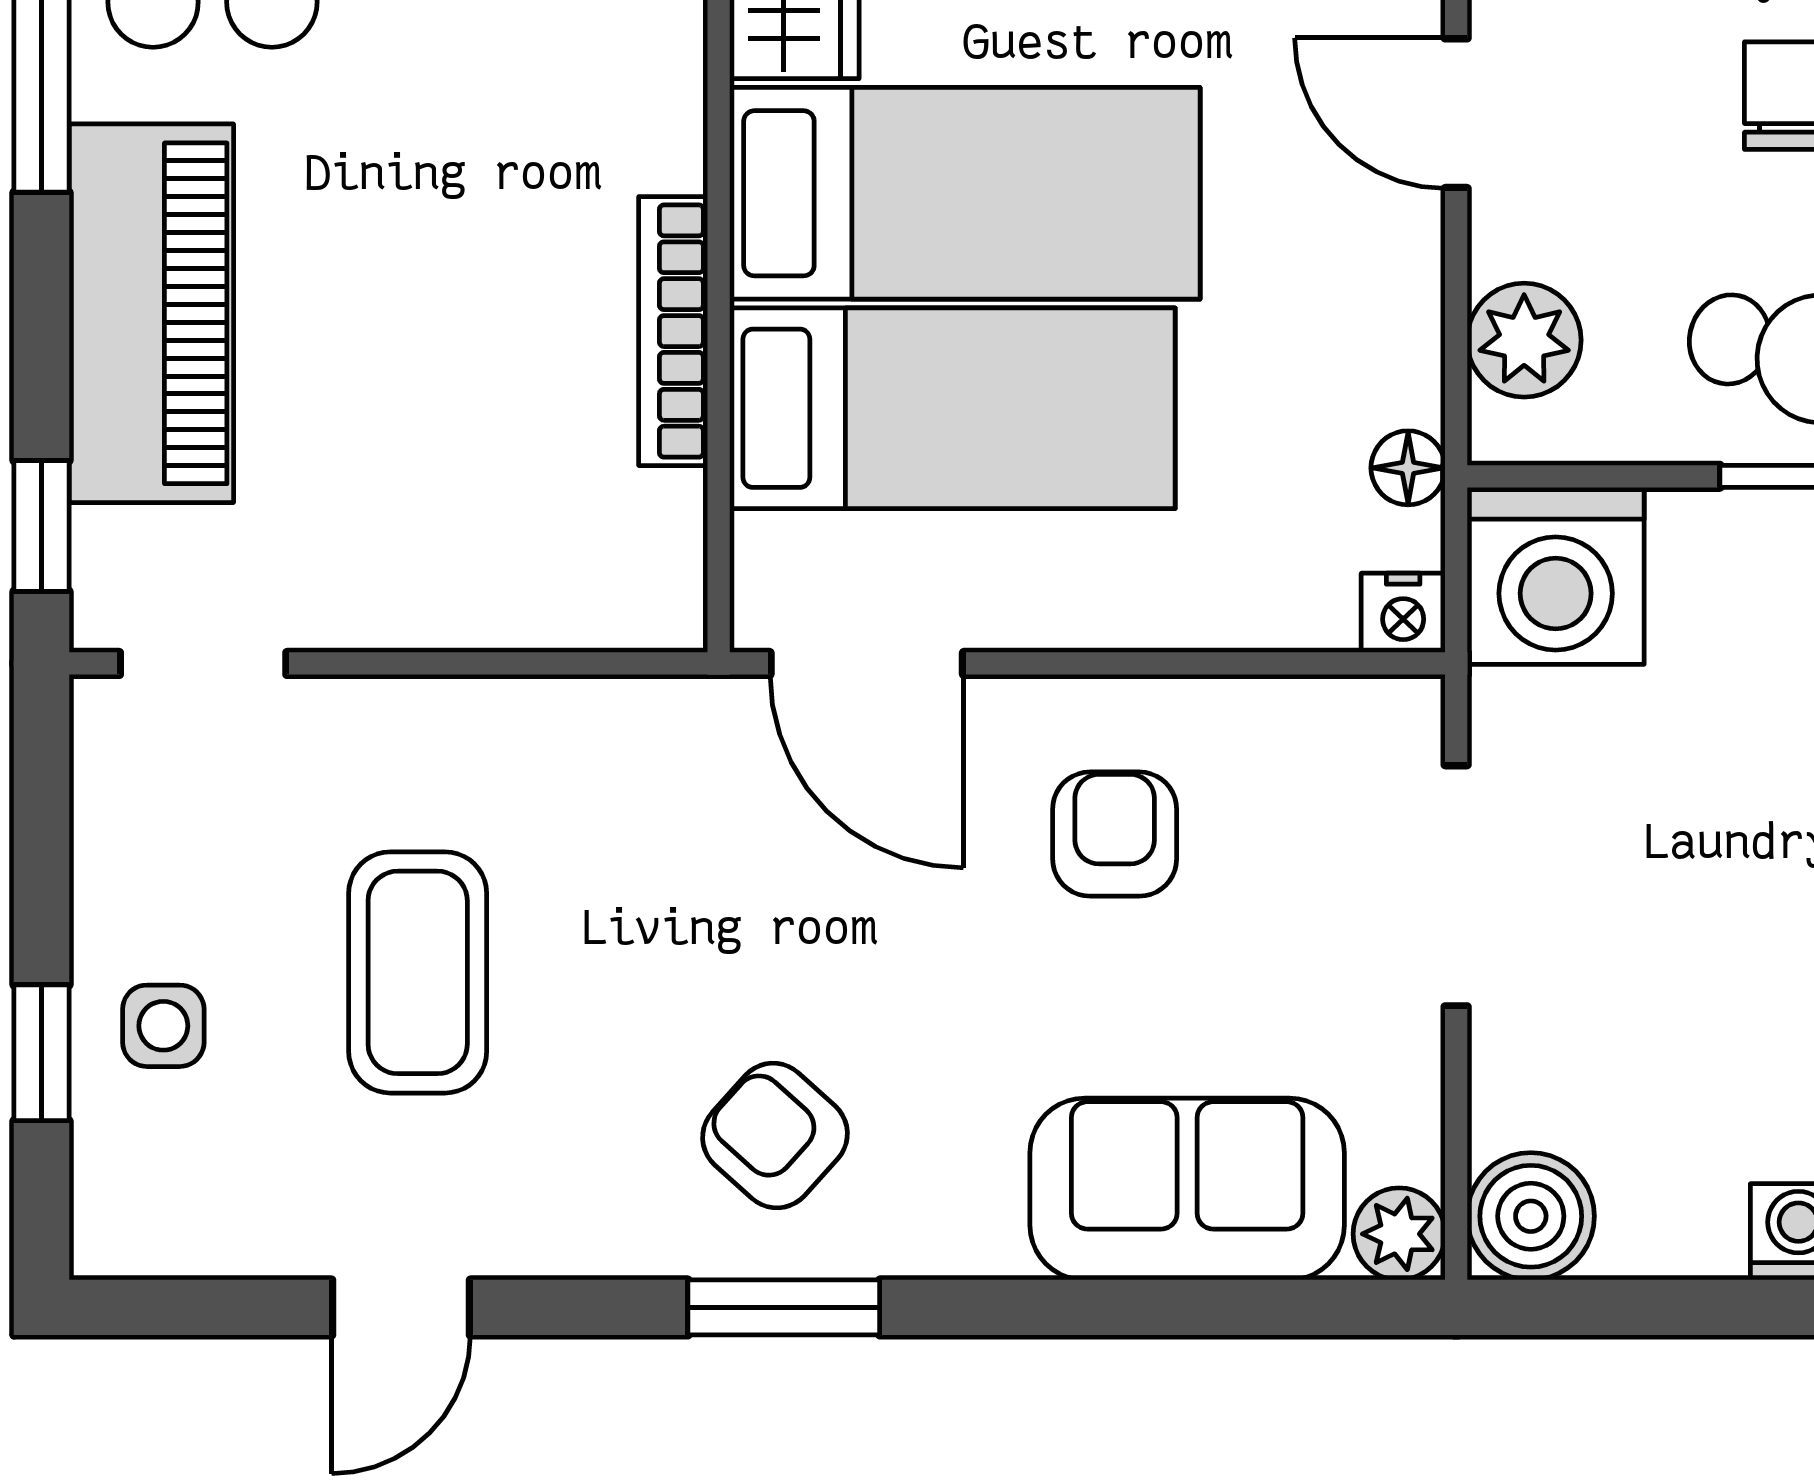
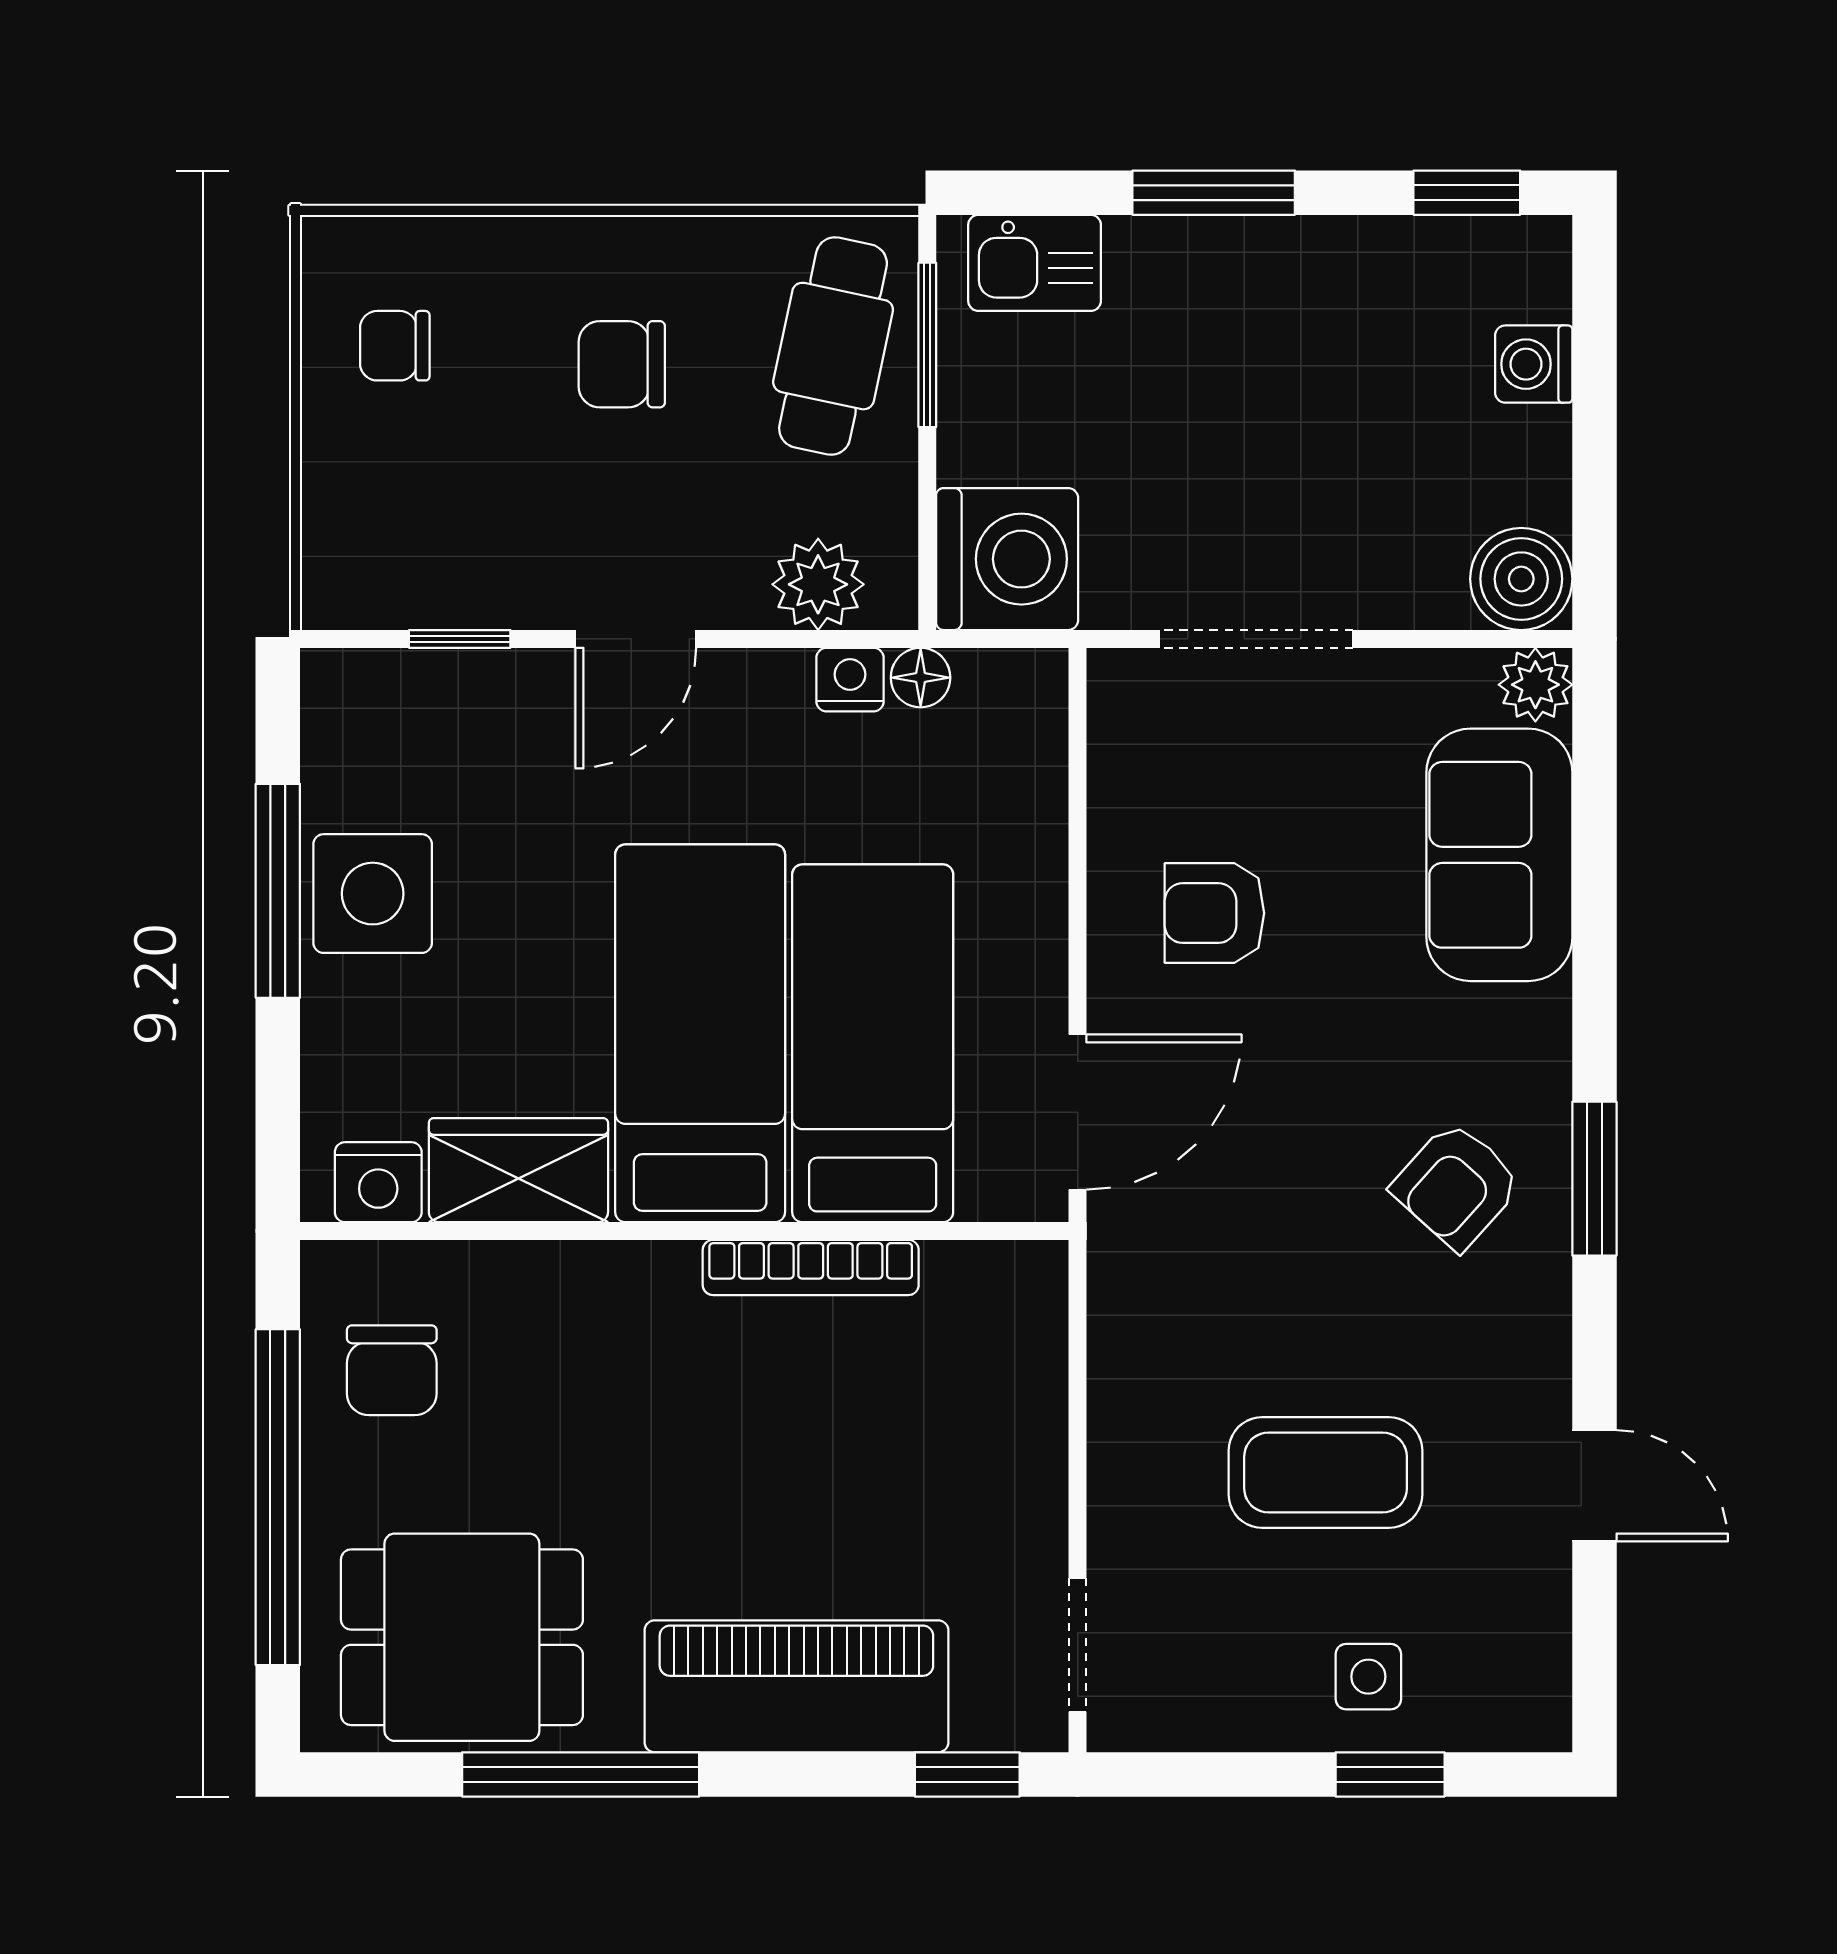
nightstand: (1403, 613) -> (850, 680), moved, turned -90

